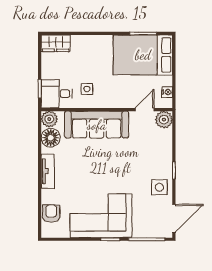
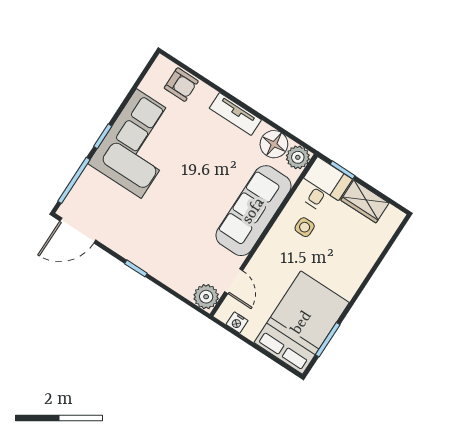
wardrobe: (56, 43) -> (365, 202), moved, turned -90
side table: (159, 187) -> (127, 237), removed
door: (174, 218) -> (78, 230), hinge flipped

